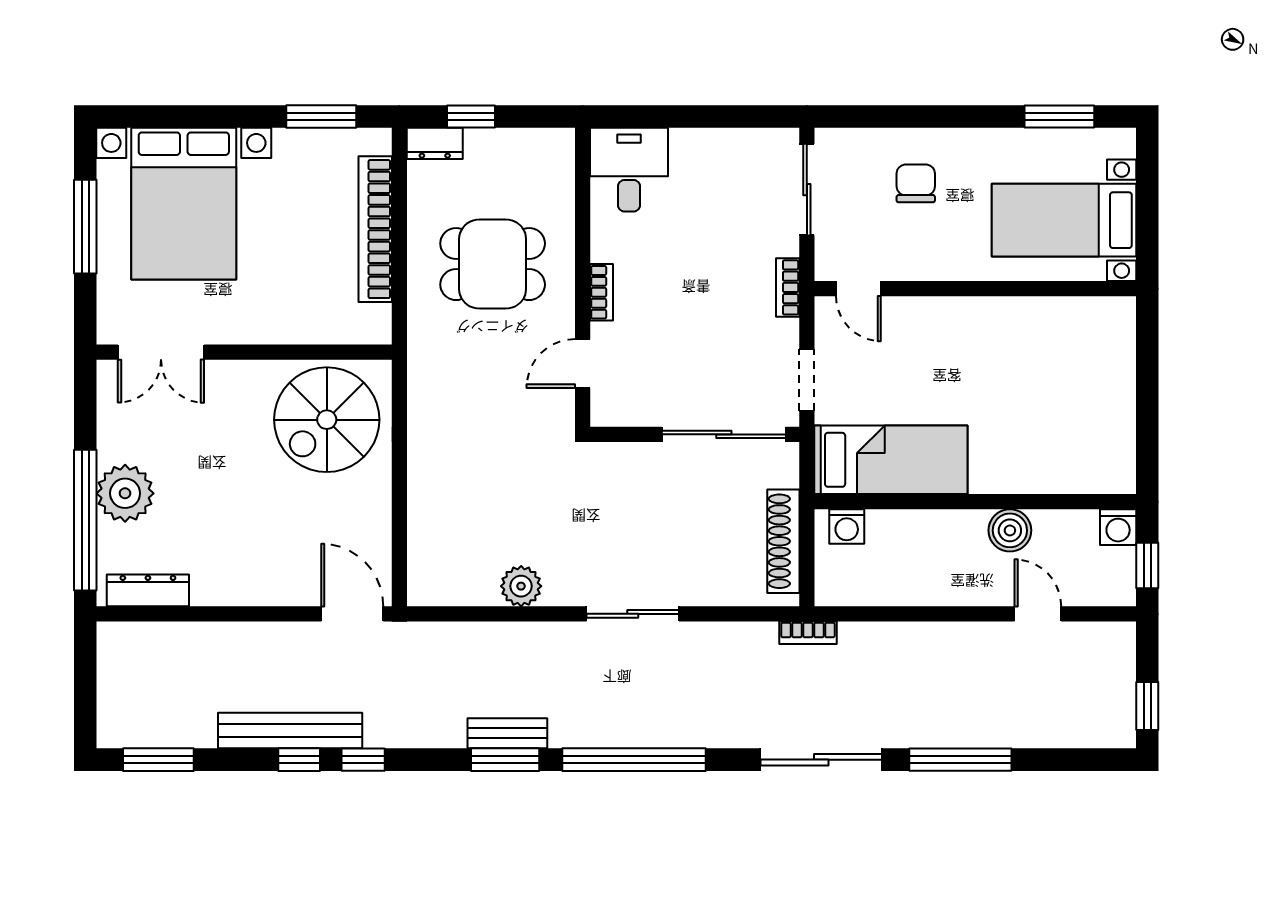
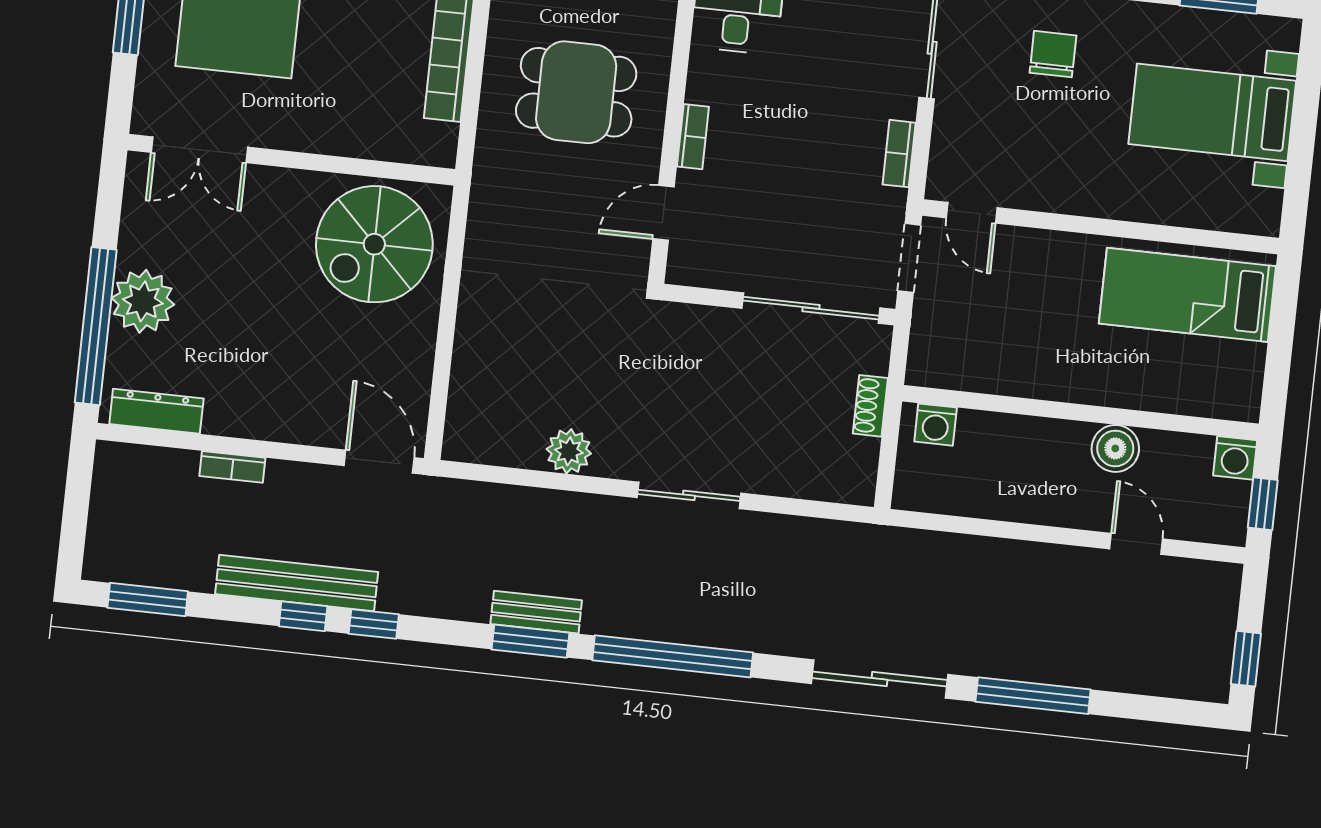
door: (858, 289) -> (972, 213), moved
wall: (975, 289) -> (1101, 227), moved
bed: (891, 460) -> (1187, 295), moved, turned 180
shoe rack: (783, 541) -> (870, 406), width x0.51, depth x0.81
bookcase: (808, 633) -> (232, 467), moved

